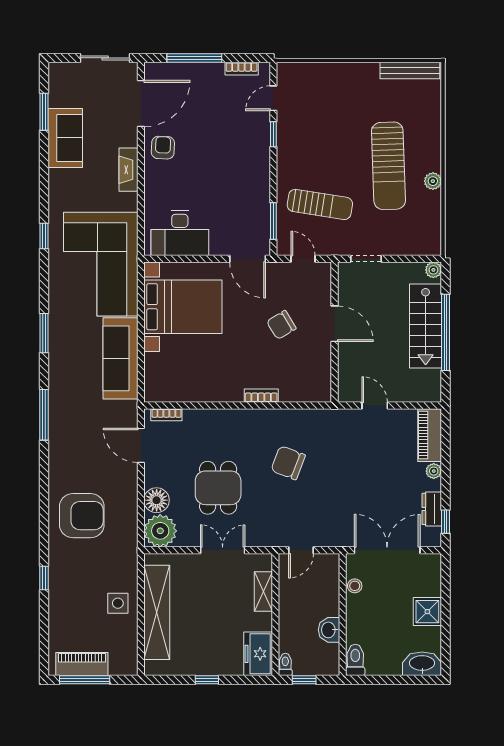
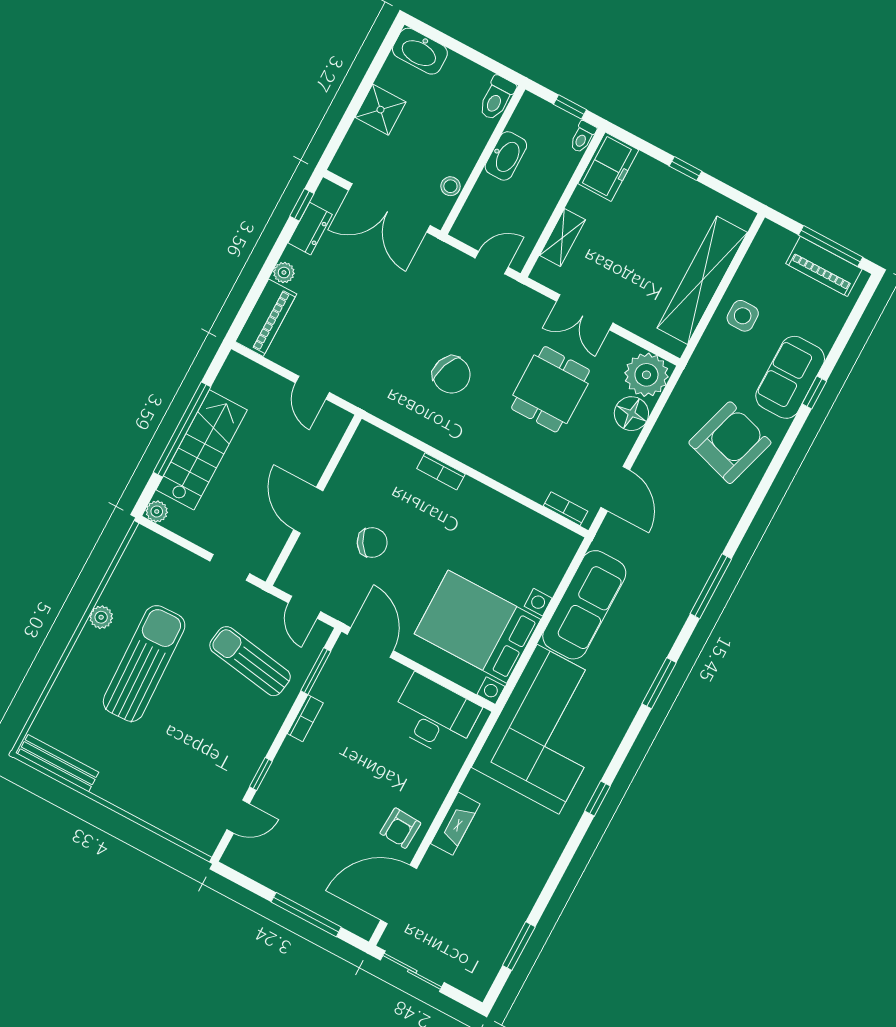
bookcase: (242, 69) -> (305, 718), moved, turned 90
sofa: (65, 138) -> (790, 377), moved
armchair: (82, 516) -> (730, 443), turned 107
washbasin: (329, 630) -> (506, 156), width x1.38

